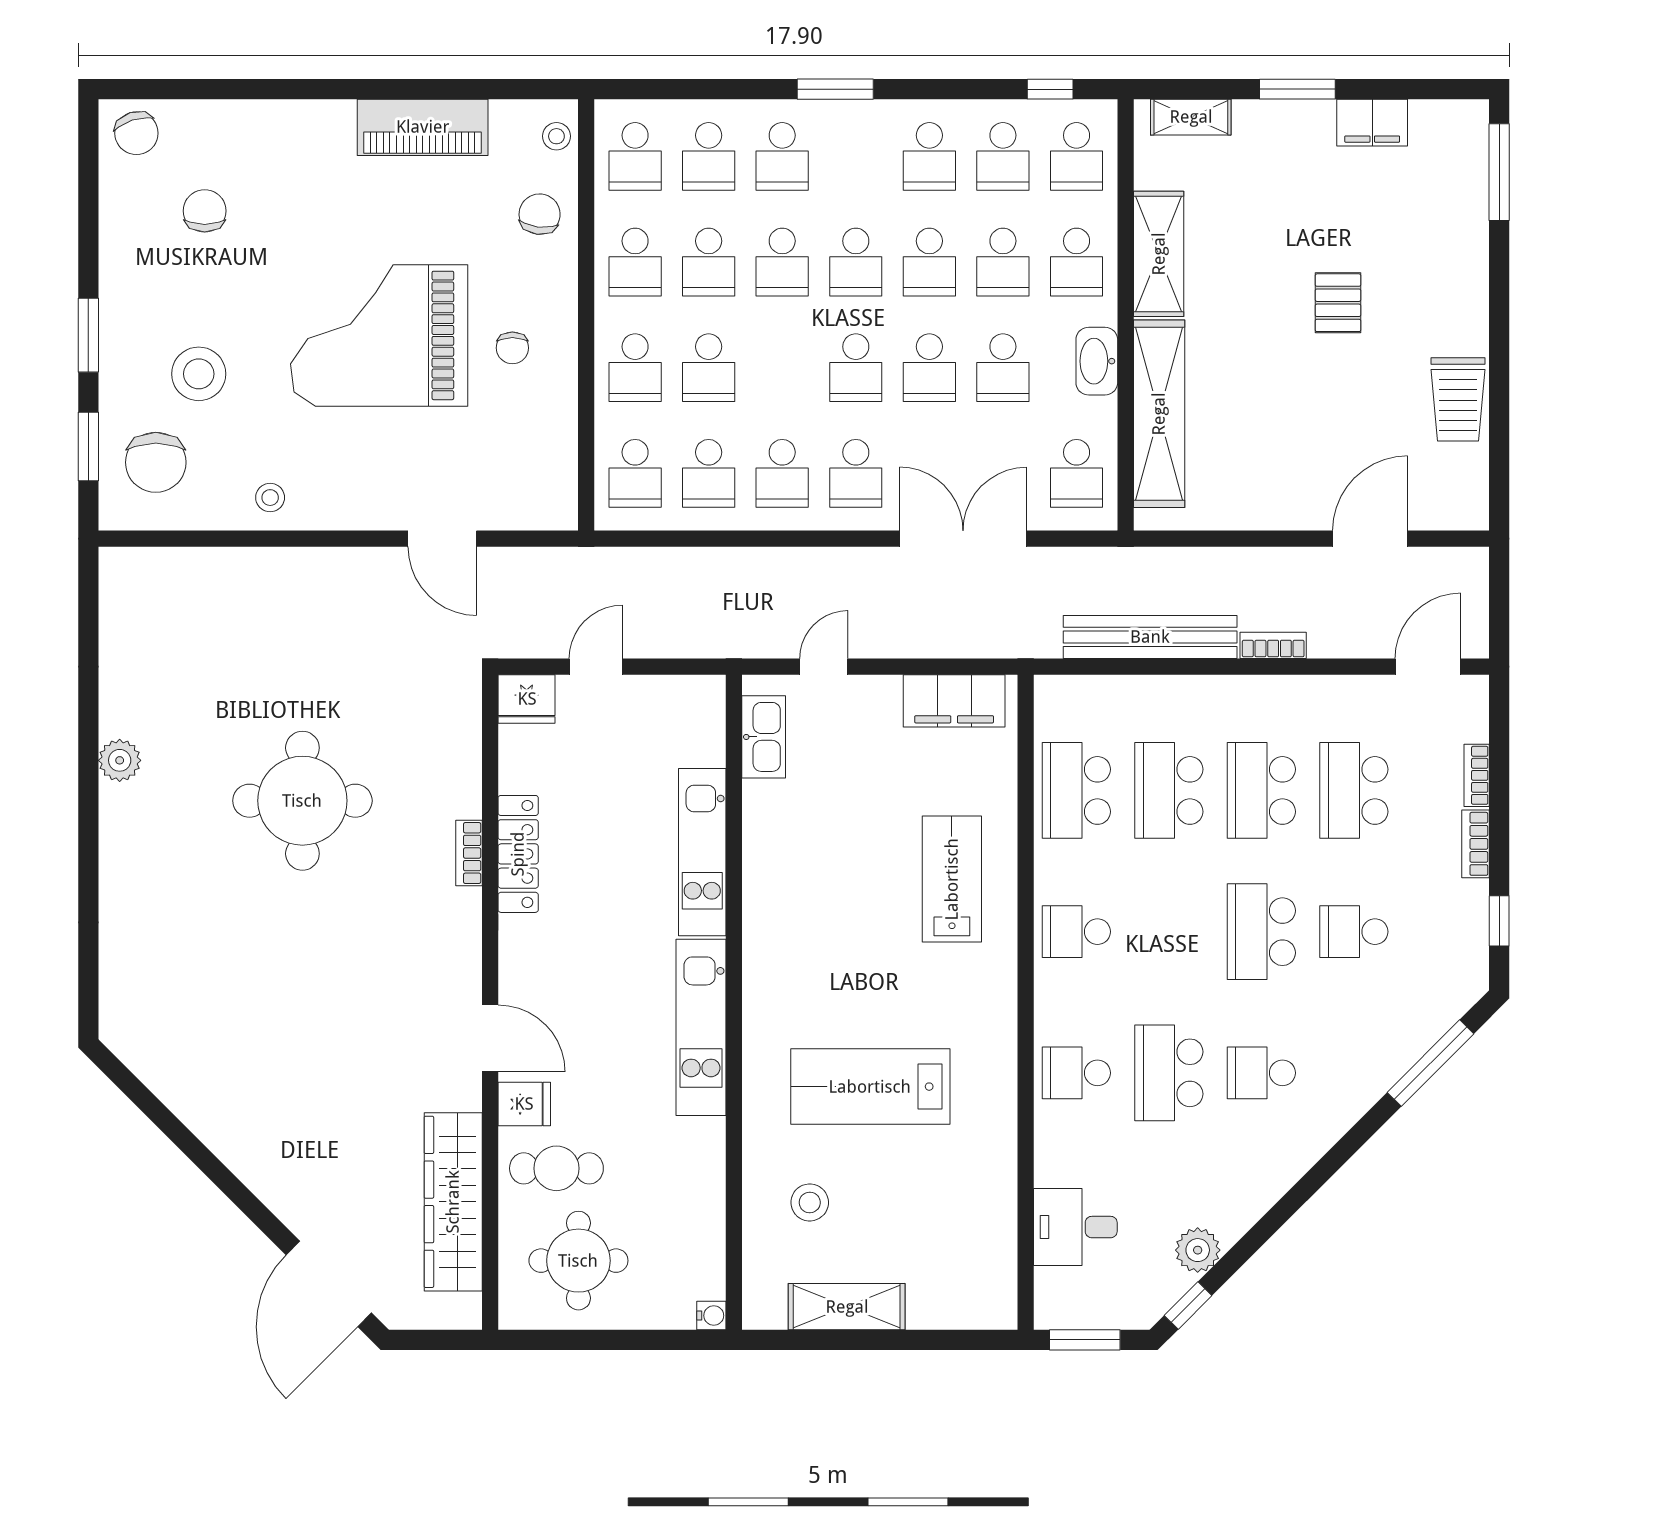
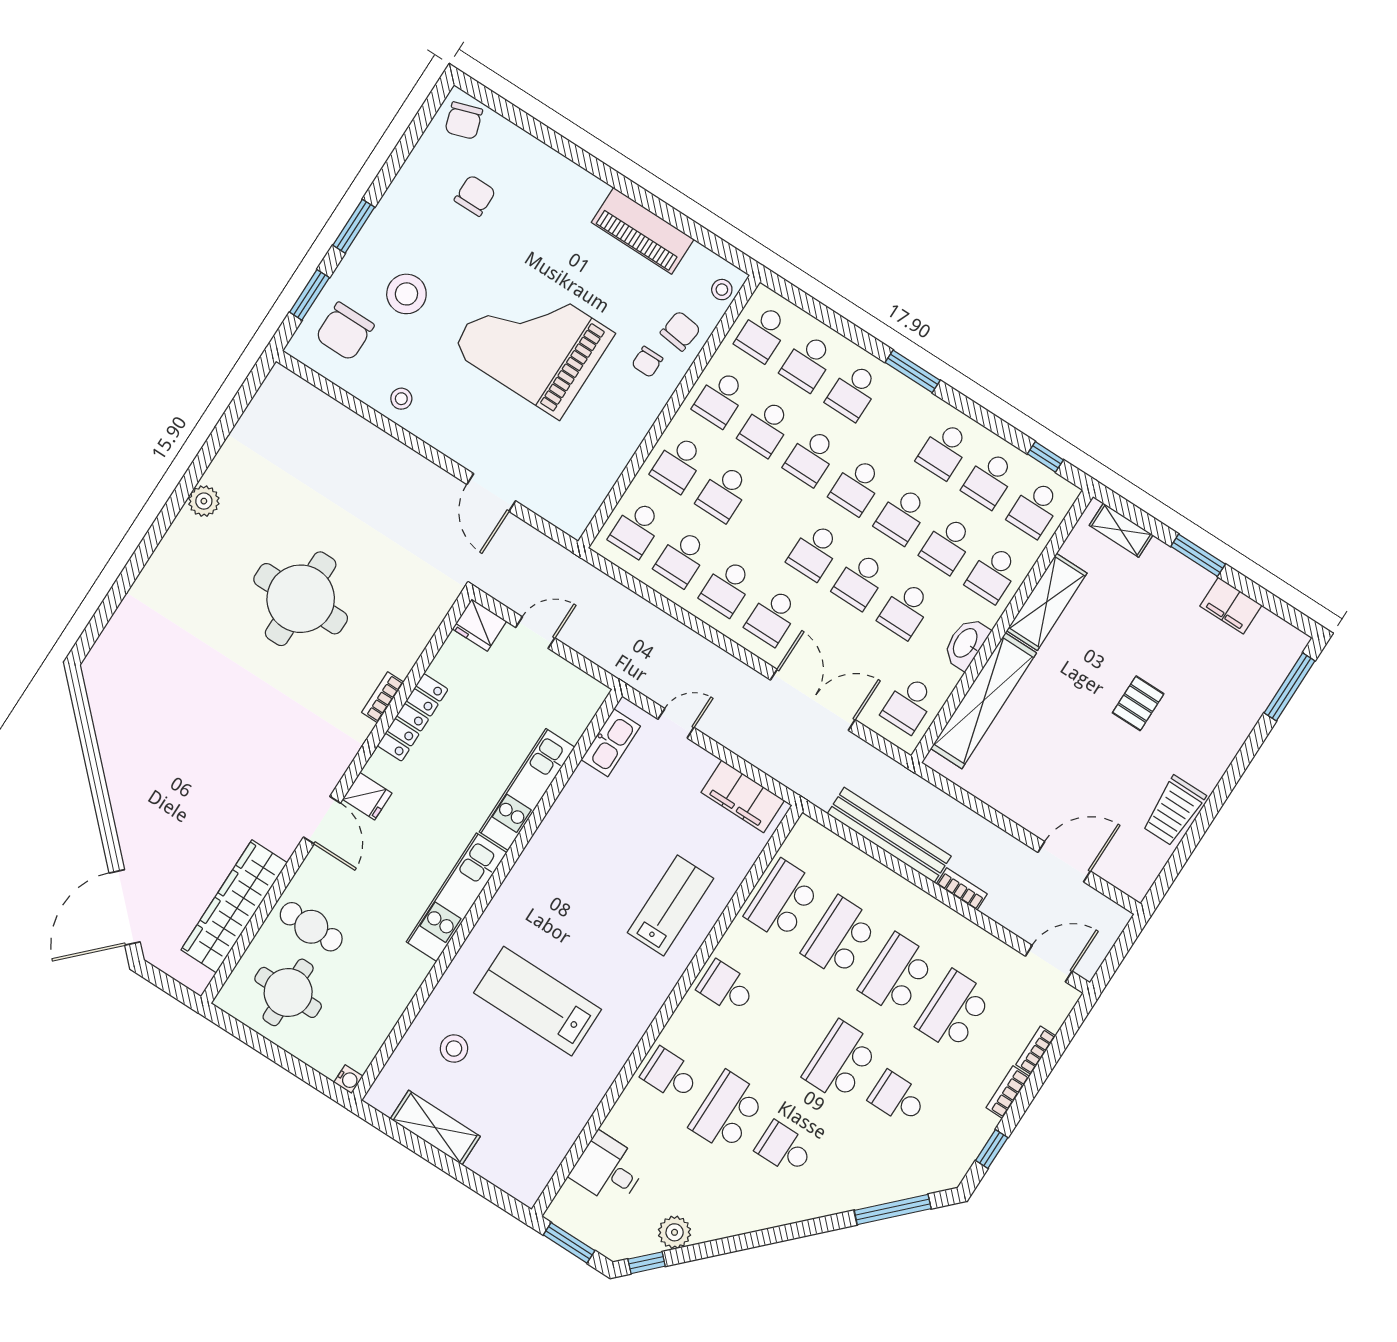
chair: (512, 348) -> (647, 362), moved
fridge: (524, 1104) -> (367, 796), moved

